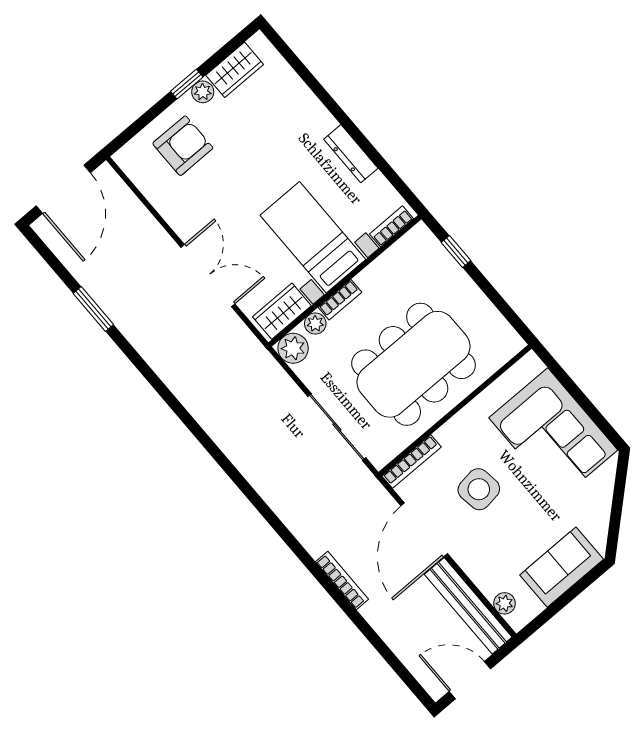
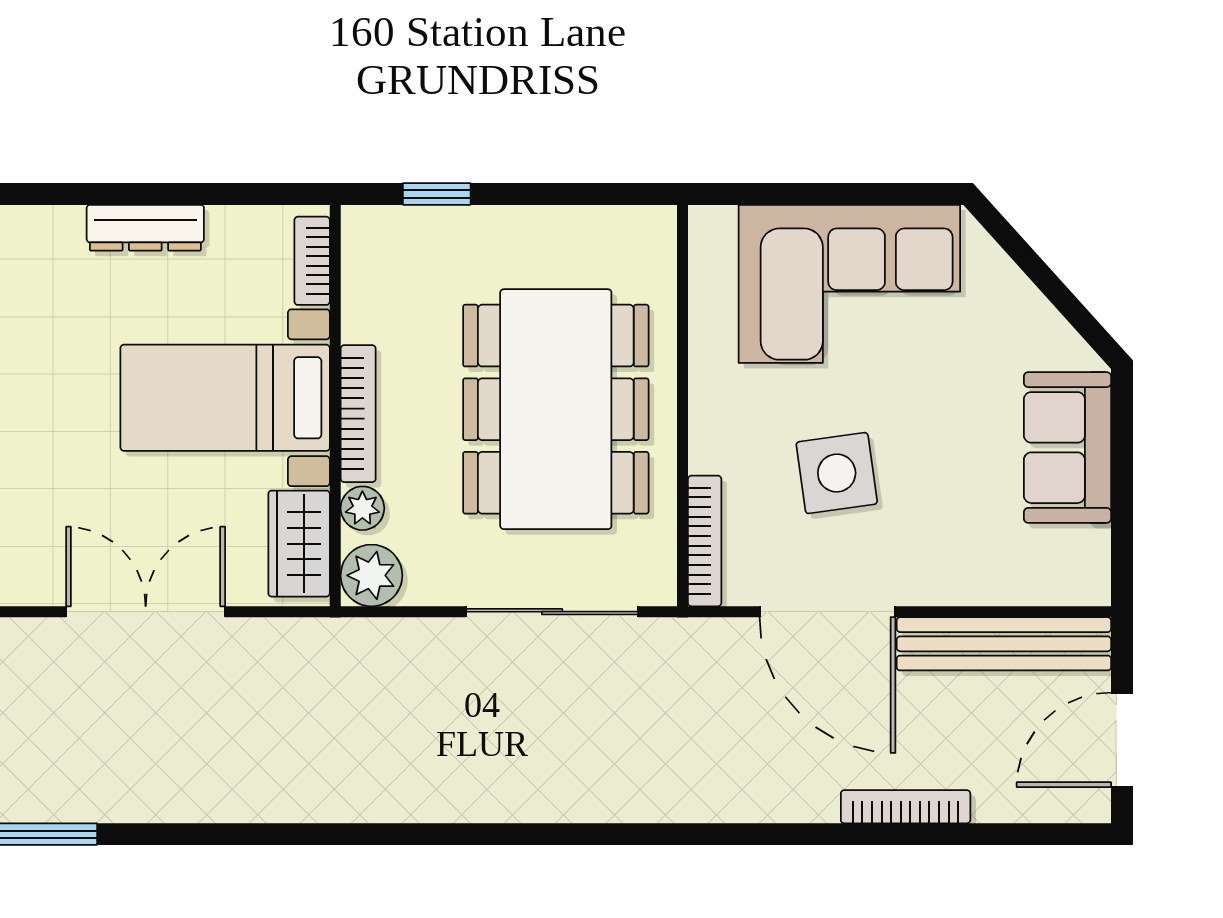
bookcase: (340, 300) -> (358, 414), width x1.56
bookcase: (342, 580) -> (906, 807), moved
plant: (504, 603) -> (1048, 584), removed

